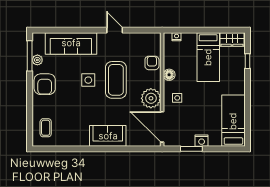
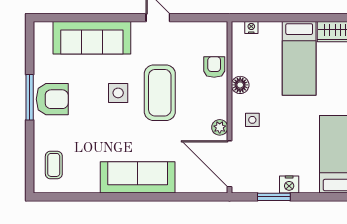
window: (30, 56) -> (30, 97), moved
plant: (37, 60) -> (41, 63), removed
armchair: (45, 84) -> (52, 99), turned -90
plant: (151, 98) -> (220, 127), width x0.53, depth x0.53
sofa: (108, 136) -> (138, 177), width x1.36

